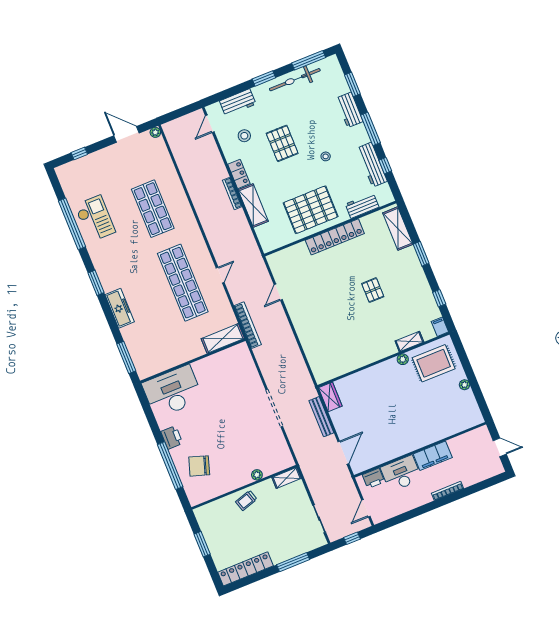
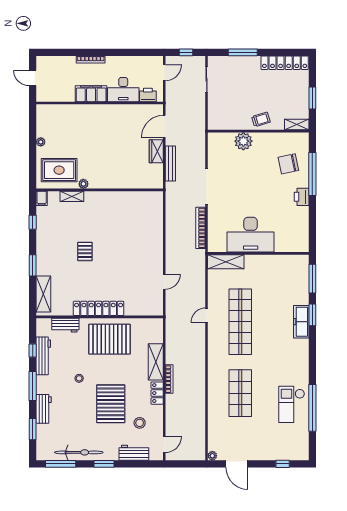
pallet: (282, 143) -> (111, 404), width x1.37, depth x1.41
window: (96, 283) -> (312, 315), moved
bookcase: (248, 325) -> (201, 228), moved
desk: (173, 392) -> (251, 235), moved
wardrobe: (330, 397) -> (156, 151), moved
chair: (199, 466) -> (288, 164), turned 150
plant: (257, 475) -> (243, 141), width x1.87, depth x1.87
shelving: (287, 478) -> (297, 125), moved

